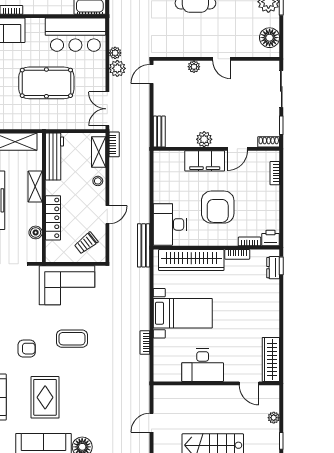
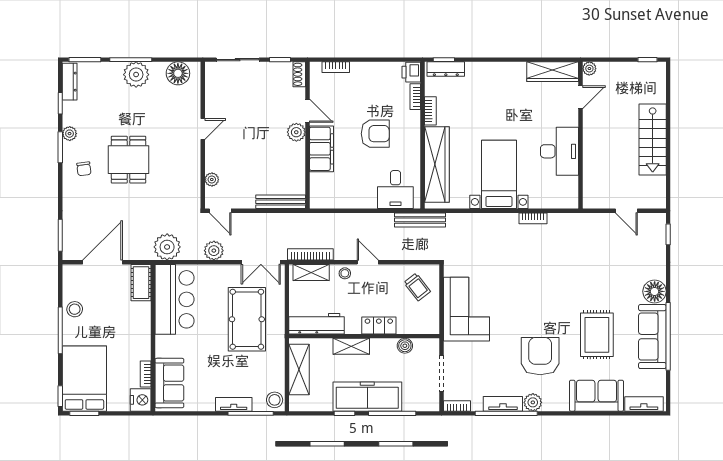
plant: (115, 53) -> (167, 247), moved, width x1.88, depth x1.88
plant: (194, 67) -> (212, 179), moved
pool table: (46, 83) -> (247, 319), moved
bench: (159, 132) -> (281, 202), width x1.36
plant: (204, 139) -> (296, 132), moved
bookcase: (114, 144) -> (310, 254), width x1.56
armchair: (218, 207) -> (375, 134), width x0.73, depth x0.73
door: (107, 215) -> (368, 262), moved
locker: (53, 218) -> (379, 325), width x0.66
desk: (170, 224) -> (395, 190), width x0.73
dresser: (273, 268) -> (446, 69), width x1.44
coffee table: (72, 339) -> (529, 303), removed
armchair: (27, 349) -> (540, 356), width x1.88, depth x1.88
rug: (45, 397) -> (597, 335), turned 90
plant: (274, 418) -> (589, 69), moved

